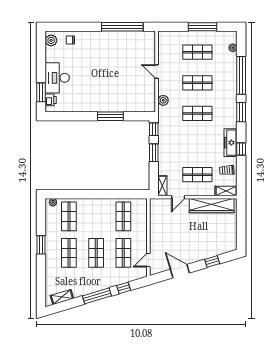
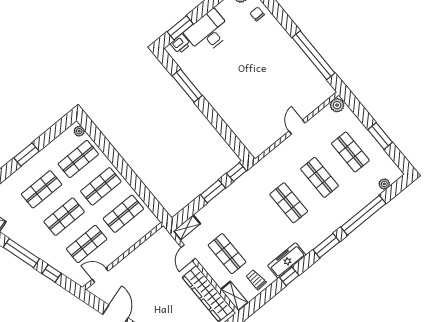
window: (202, 27) -> (380, 136), width x0.69
plant: (163, 100) -> (337, 105), moved
window: (110, 116) -> (187, 86), moved
door: (178, 197) -> (188, 253), hinge flipped
shop shelf: (96, 216) -> (101, 186), added

